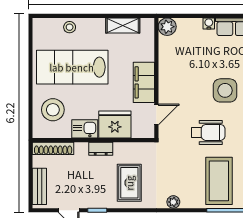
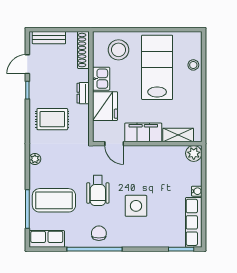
shelving: (123, 25) -> (178, 135), moved, turned 90

